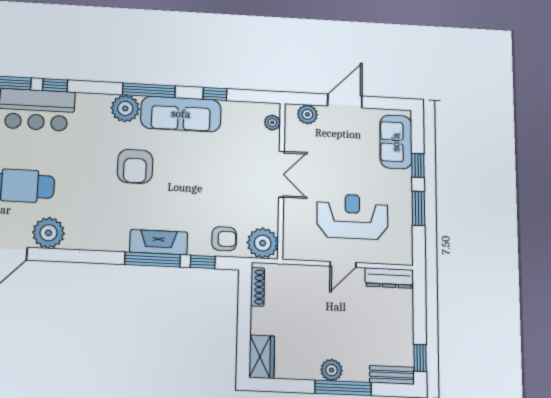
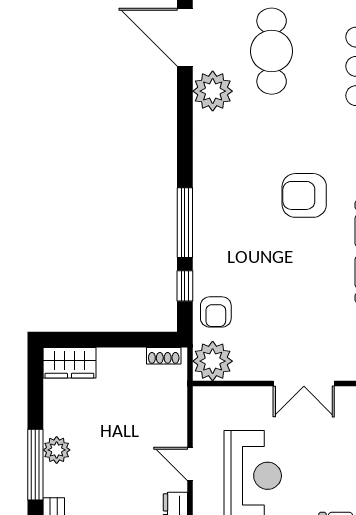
fireplace: (159, 242) -> (207, 229), removed
shoe rack: (258, 287) -> (164, 356), width x0.70

